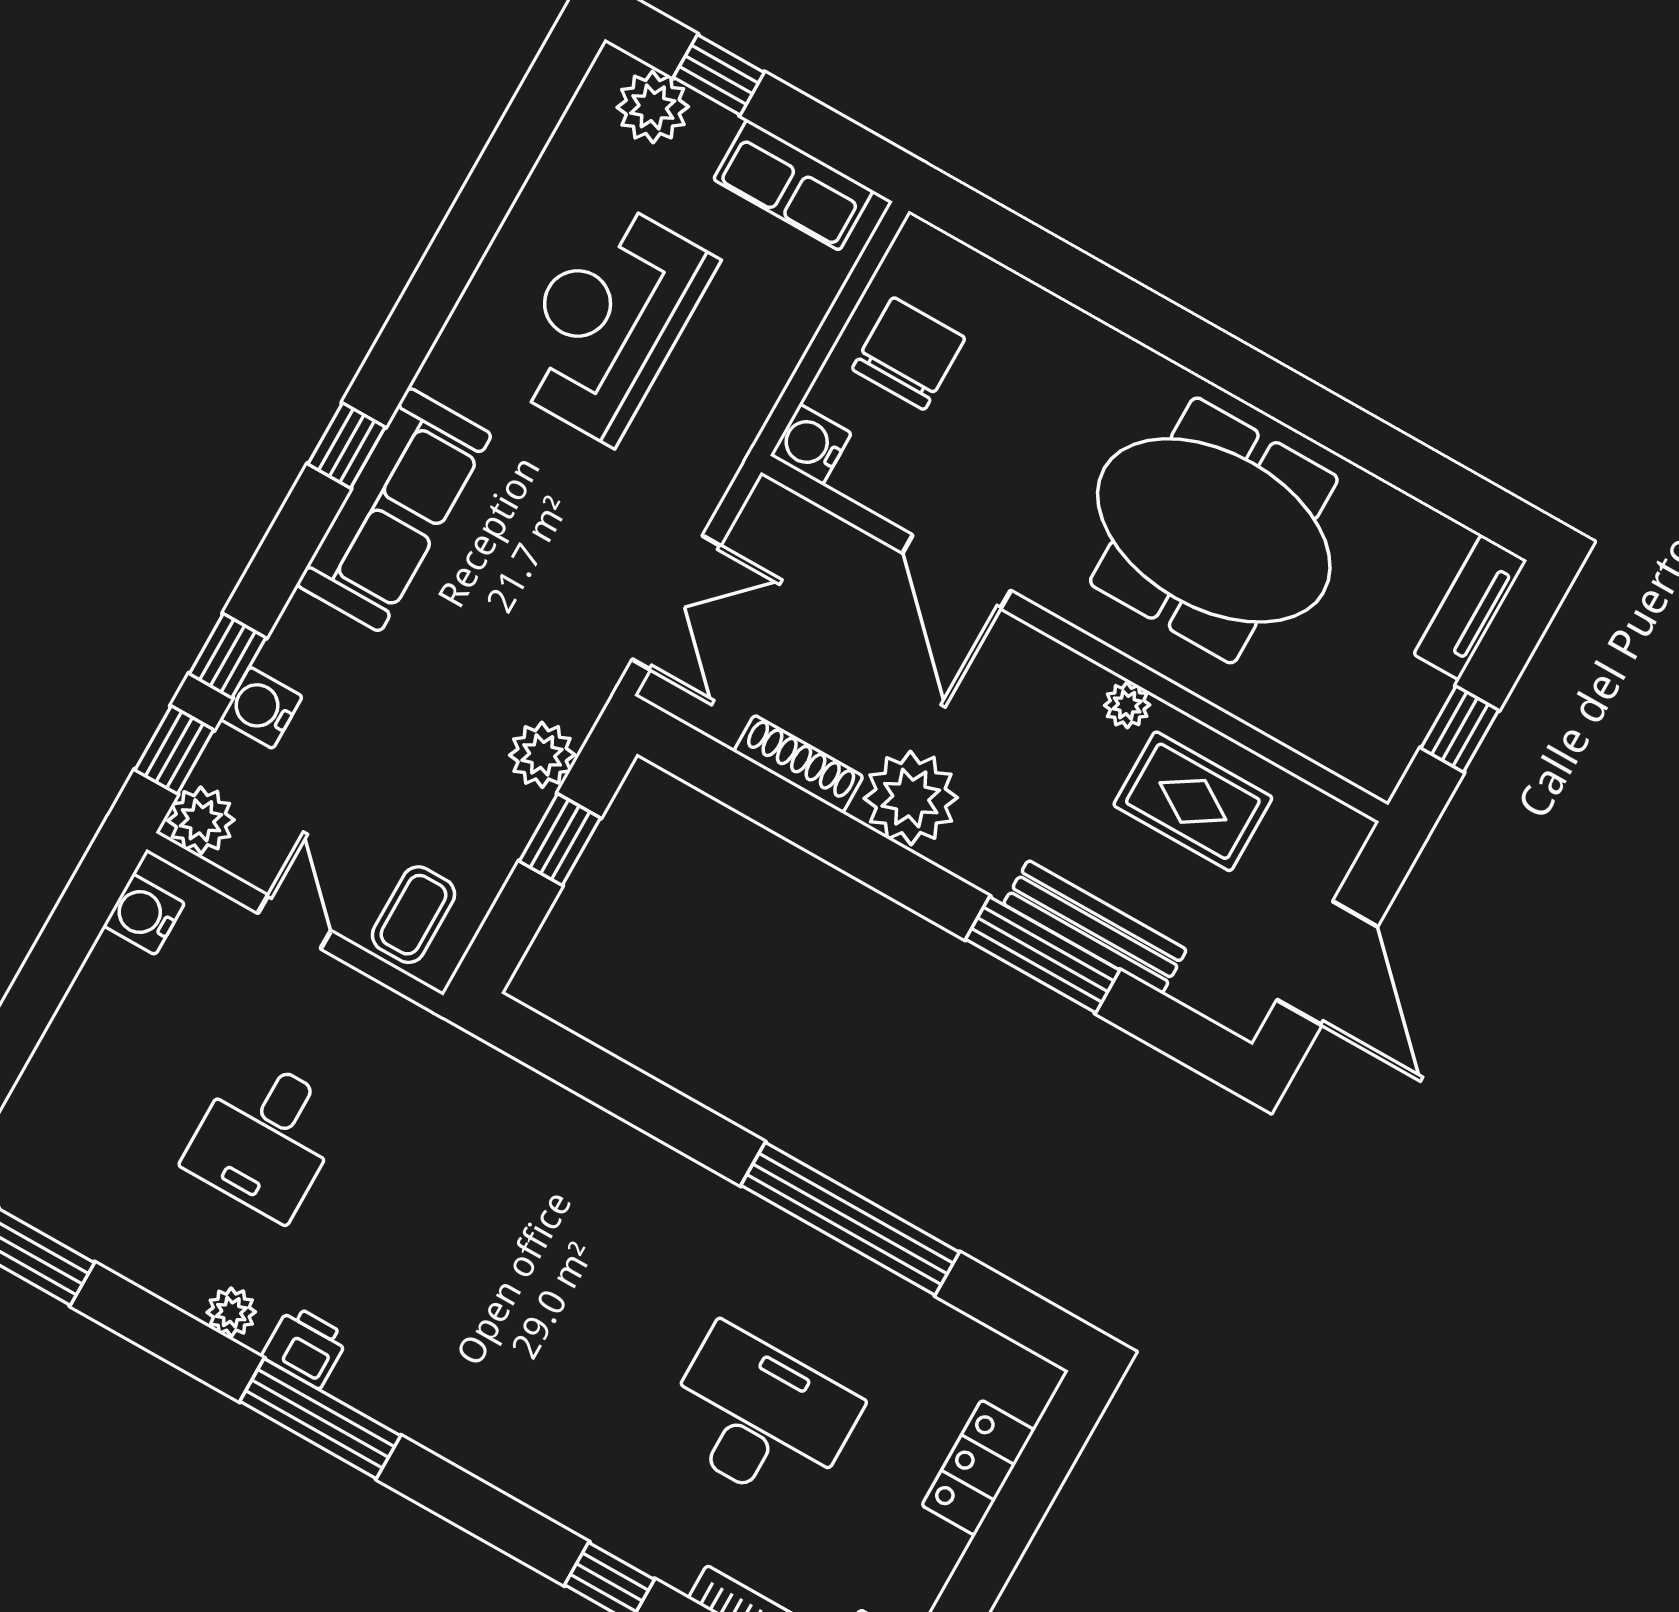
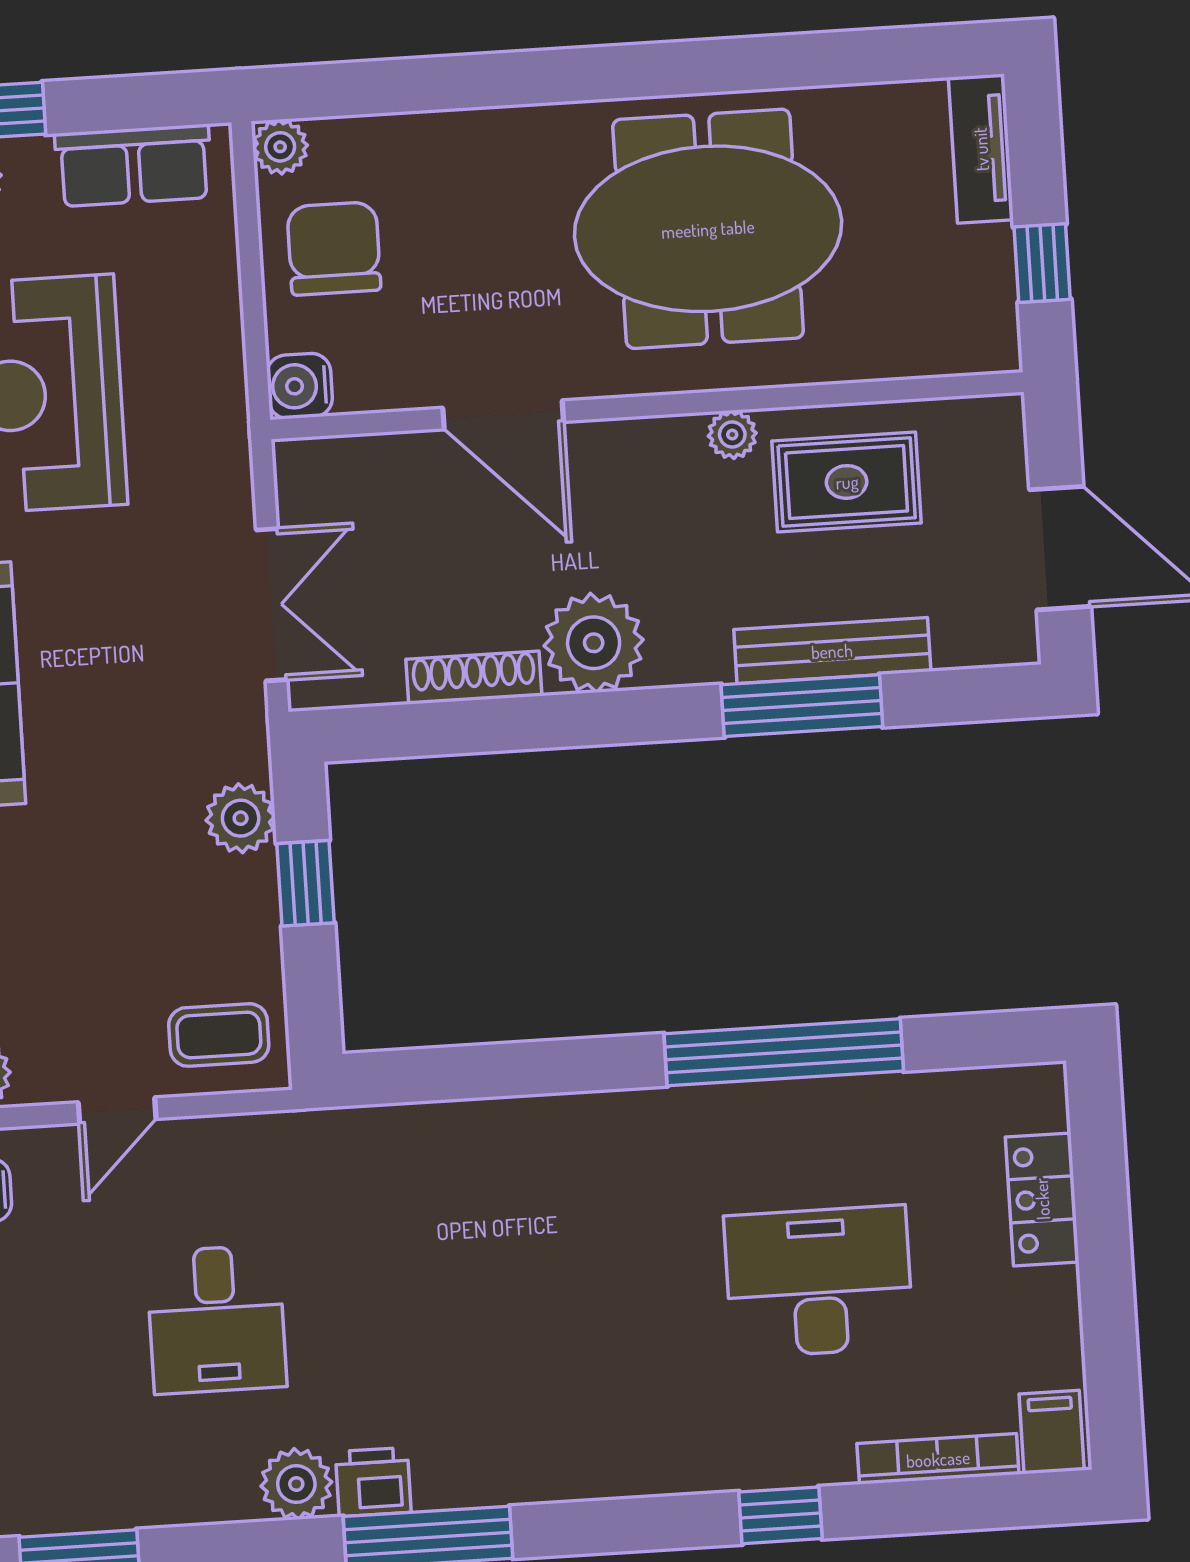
plant: (919, 246) -> (280, 147), added
coffee table: (413, 915) -> (219, 1035), turned 90
door: (294, 922) -> (117, 1111), swing flipped
plant: (231, 1312) -> (296, 1484), width x1.38, depth x1.38

